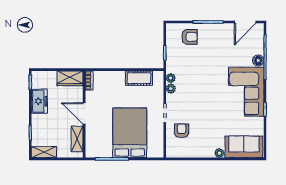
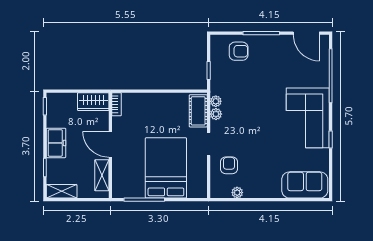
door: (245, 22) -> (306, 33), hinge flipped
floor lamp: (258, 60) -> (322, 80), removed
cot: (139, 78) -> (198, 111), moved, turned 90
freezer: (39, 101) -> (56, 143), moved
plant: (219, 153) -> (237, 193), moved

